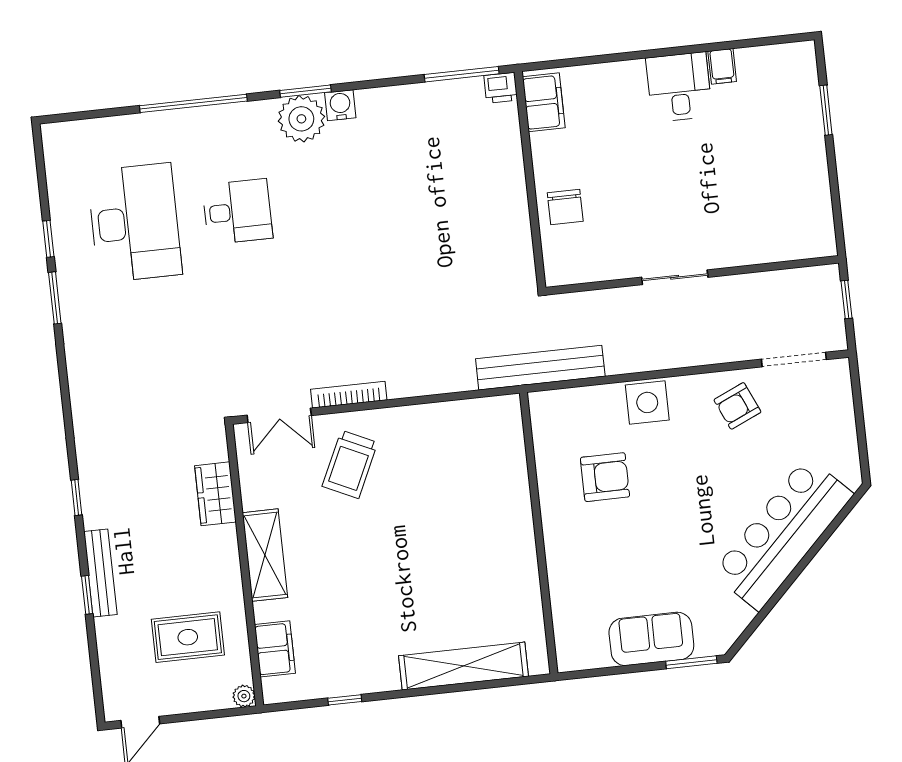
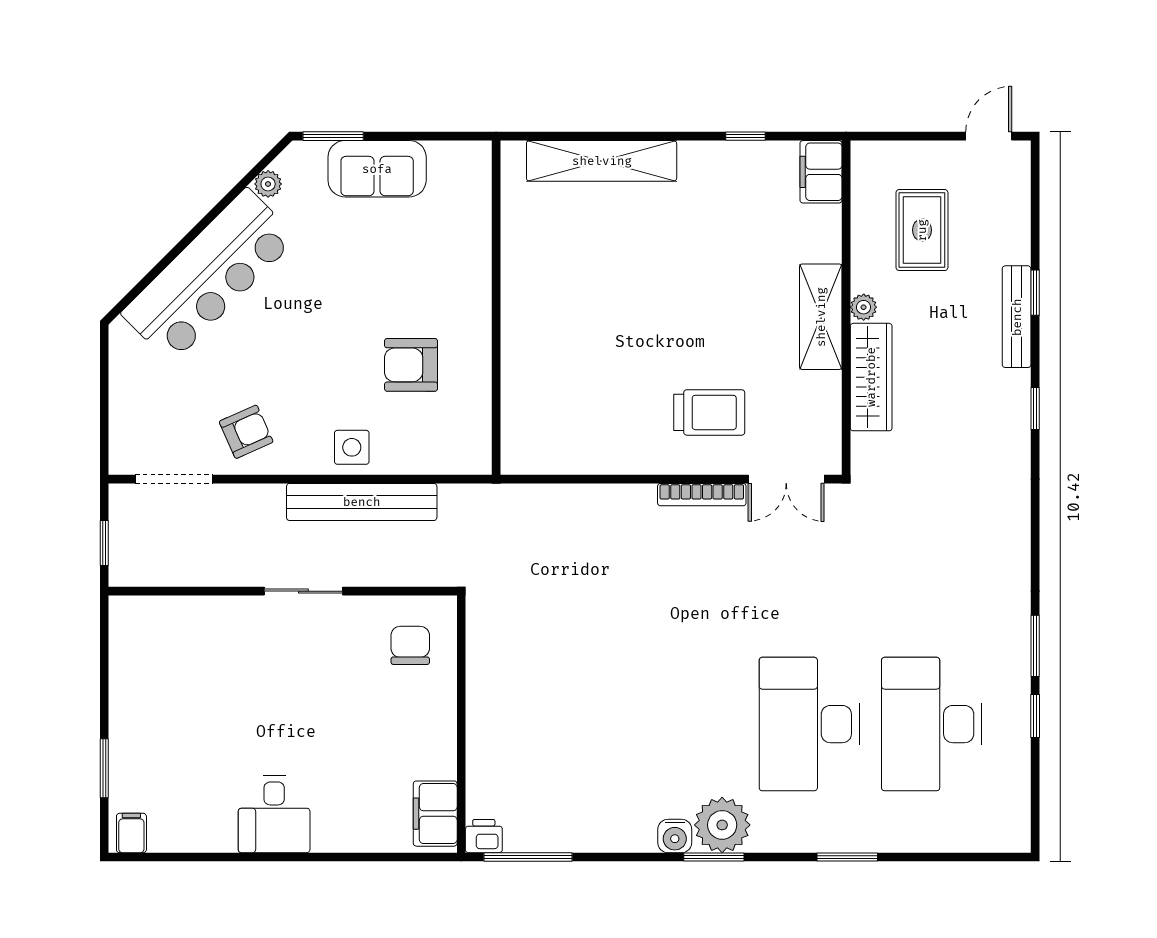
filing cabinet: (722, 66) -> (131, 833), moved
window: (193, 103) -> (847, 857), width x0.47
chair: (565, 207) -> (410, 645), moved
desk: (237, 212) -> (809, 724), width x1.87, depth x1.30
bench: (540, 368) -> (362, 502), moved
side table: (647, 402) -> (352, 447), width x0.73, depth x0.73
double door: (279, 415) -> (786, 479), swing flipped
trolley: (350, 464) -> (709, 412), turned 65
wardrobe: (215, 494) -> (871, 377), width x1.50
plant: (742, 616) -> (268, 184), added
rug: (188, 637) -> (922, 230), turned 90
filing cabinet: (275, 649) -> (821, 172), moved
plant: (244, 696) -> (864, 307), moved

